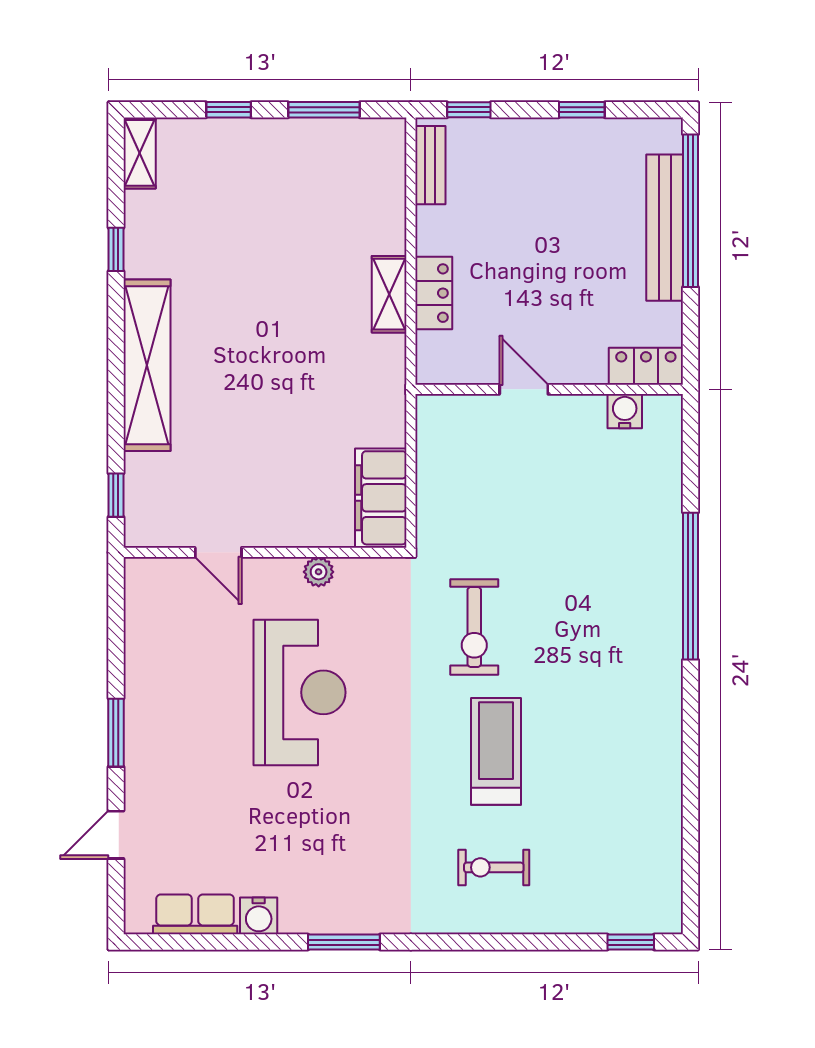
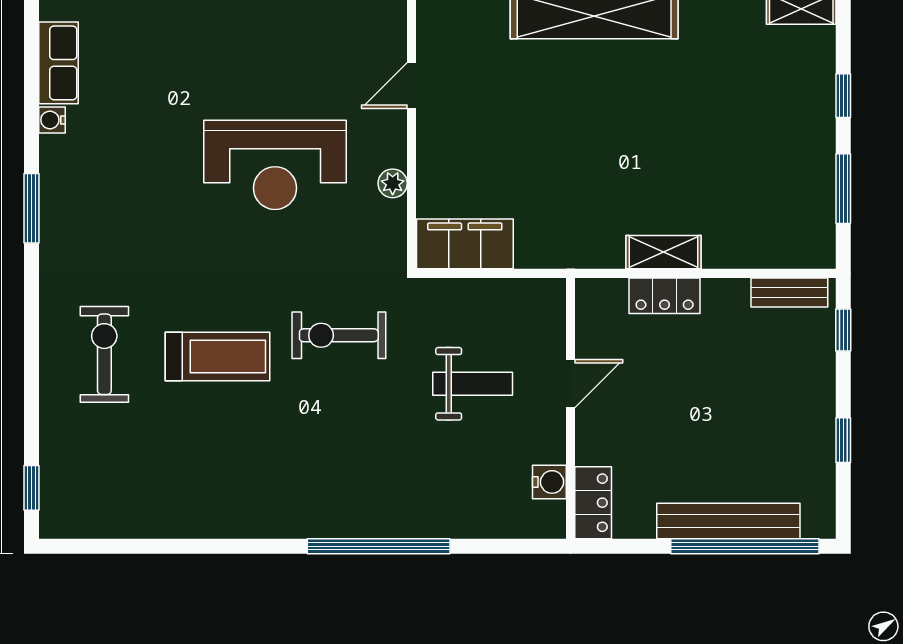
weight bench: (524, 490) -> (473, 384), added
exercise bike: (494, 867) -> (104, 354), width x1.38, depth x1.39
water cooler: (259, 916) -> (52, 120), width x0.72, depth x0.72

